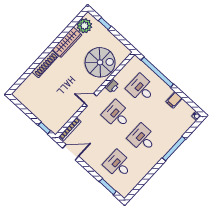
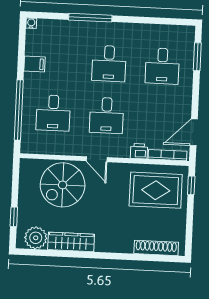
spiral stairs: (100, 62) -> (63, 185), turned -90
shoe rack: (45, 64) -> (156, 248), moved
printer: (112, 86) -> (139, 151), moved
door: (90, 100) -> (97, 159), moved
rug: (57, 108) -> (156, 190), added
door: (71, 152) -> (194, 132), hinge flipped

